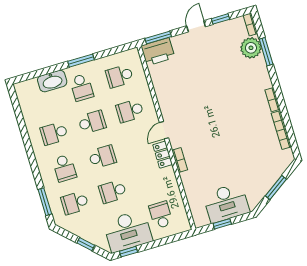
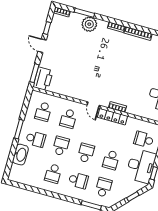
plant: (251, 48) -> (89, 24), moved
locker: (163, 155) -> (112, 117), width x1.53
school desk: (75, 203) -> (103, 187), turned 180

